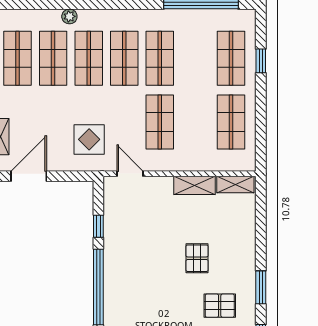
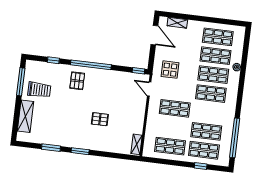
shop shelf: (160, 58) -> (206, 131), moved
door: (130, 174) -> (149, 89), swing flipped
shelving: (195, 185) -> (139, 123), removed
window: (98, 226) -> (138, 71), moved
pallet: (220, 306) -> (77, 81), moved

